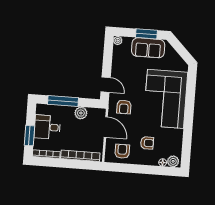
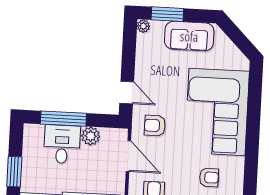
window: (146, 34) -> (167, 14), moved
armchair: (124, 107) -> (155, 126), turned 90
desk: (47, 127) -> (62, 144), moved, turned 90
armchair: (147, 143) -> (209, 177), moved

